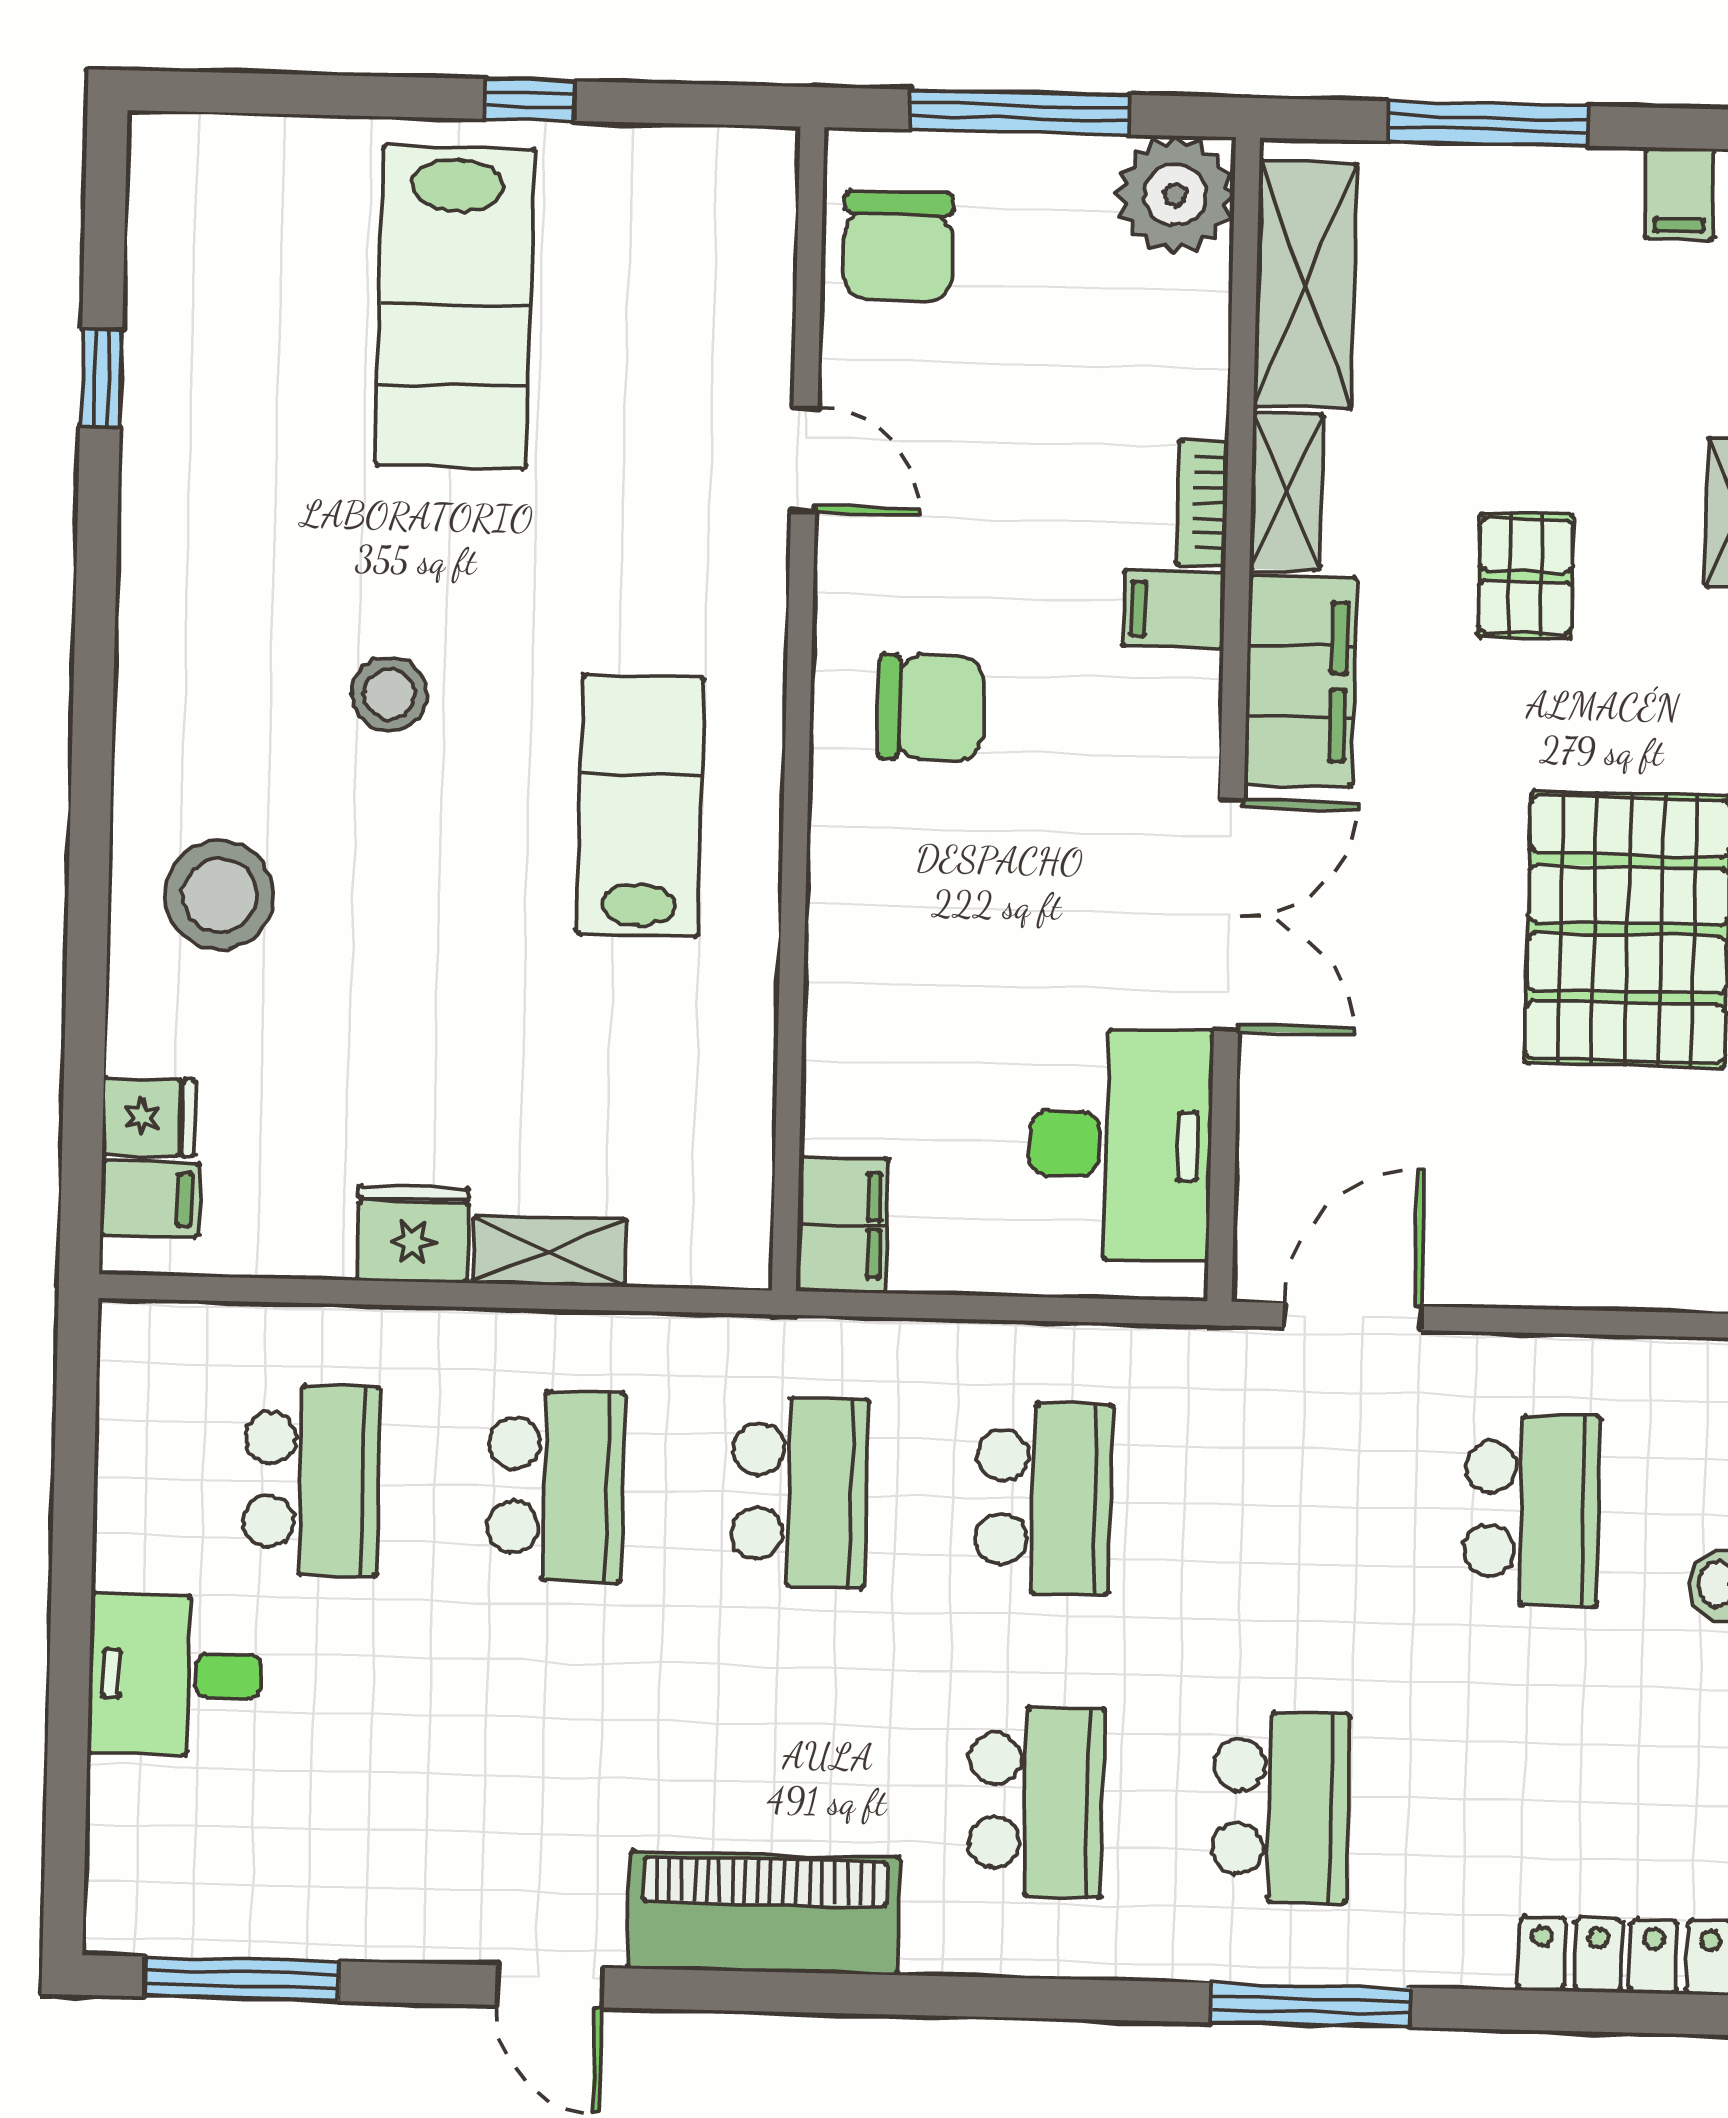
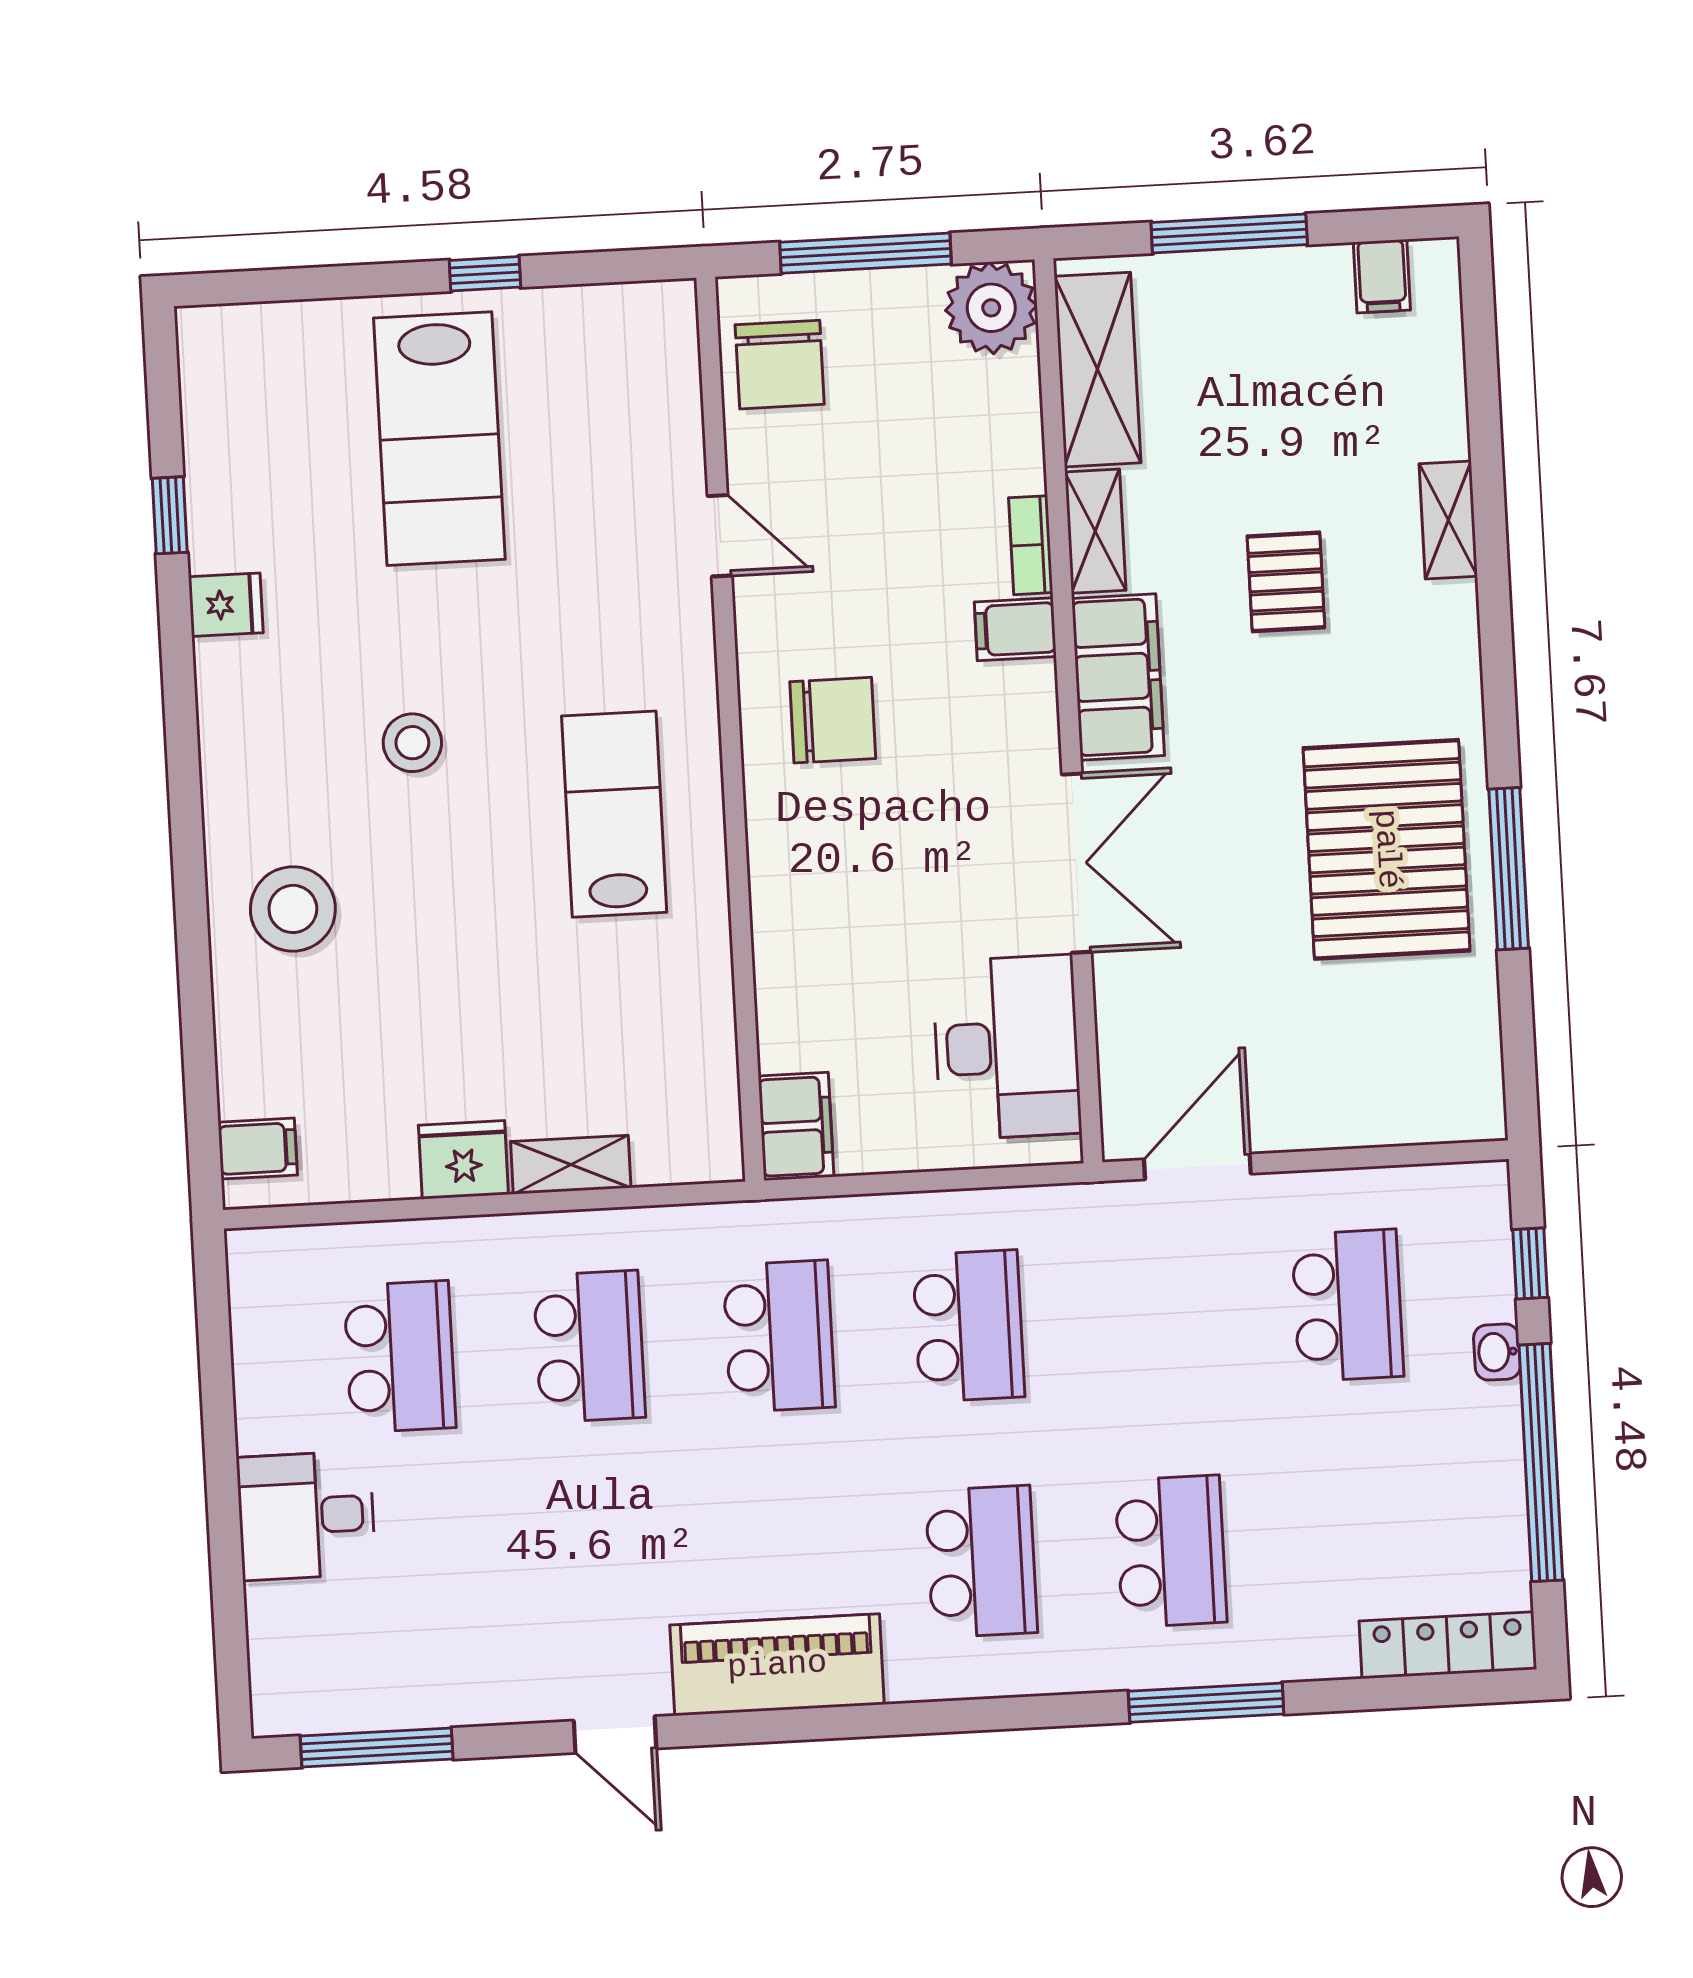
fridge: (149, 1117) -> (226, 605), moved

